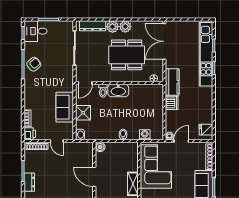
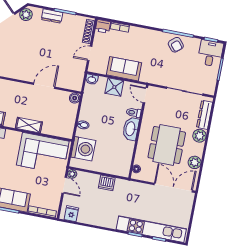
plant: (125, 26) -> (195, 162), moved
kitchen counter: (172, 82) -> (129, 188), removed
washing machine: (145, 135) -> (83, 149), width x1.89, depth x1.89

